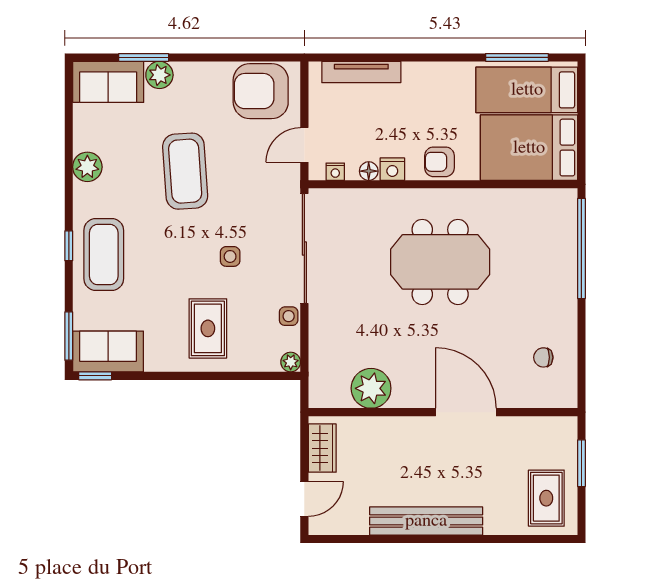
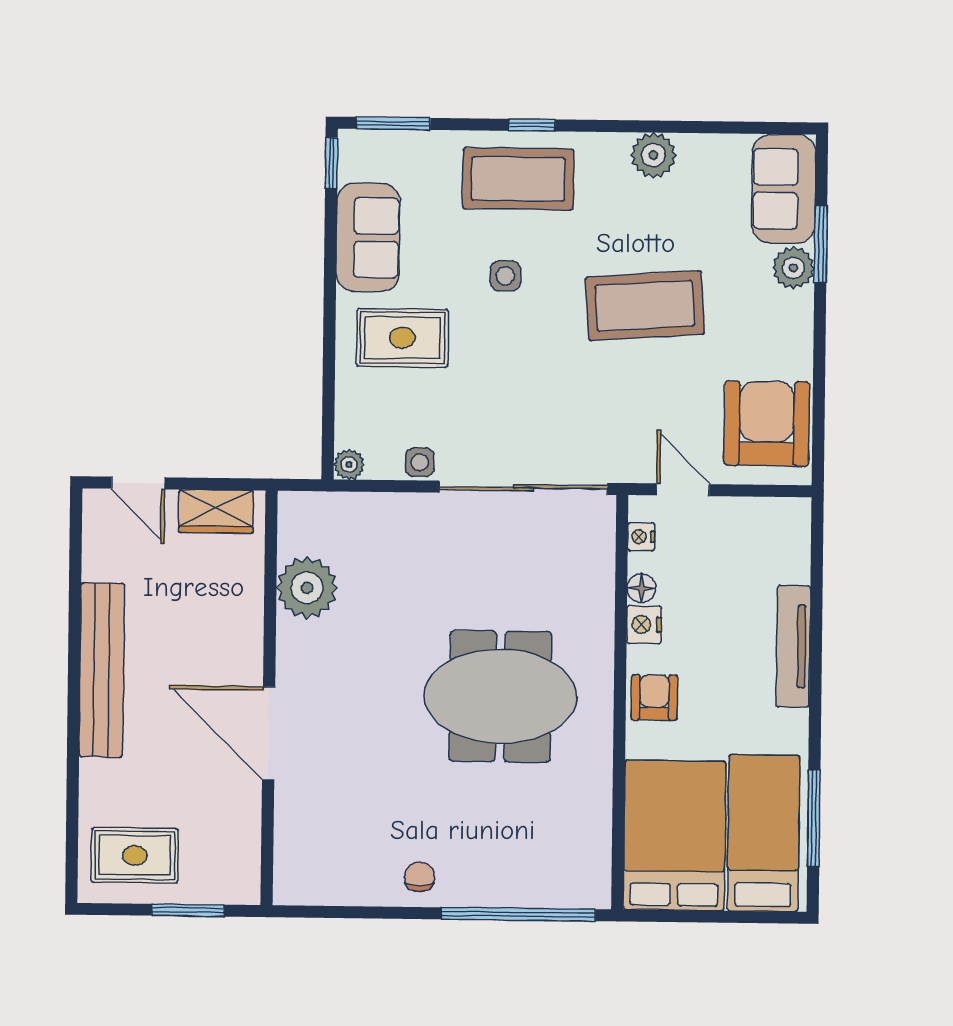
tv unit: (361, 72) -> (793, 646), moved
side table: (230, 256) -> (505, 276), moved
meeting table: (440, 262) -> (500, 696), turned 90
sofa: (108, 352) -> (368, 238), moved
chair: (543, 357) -> (420, 877), moved
door: (466, 412) -> (269, 733), swing flipped

